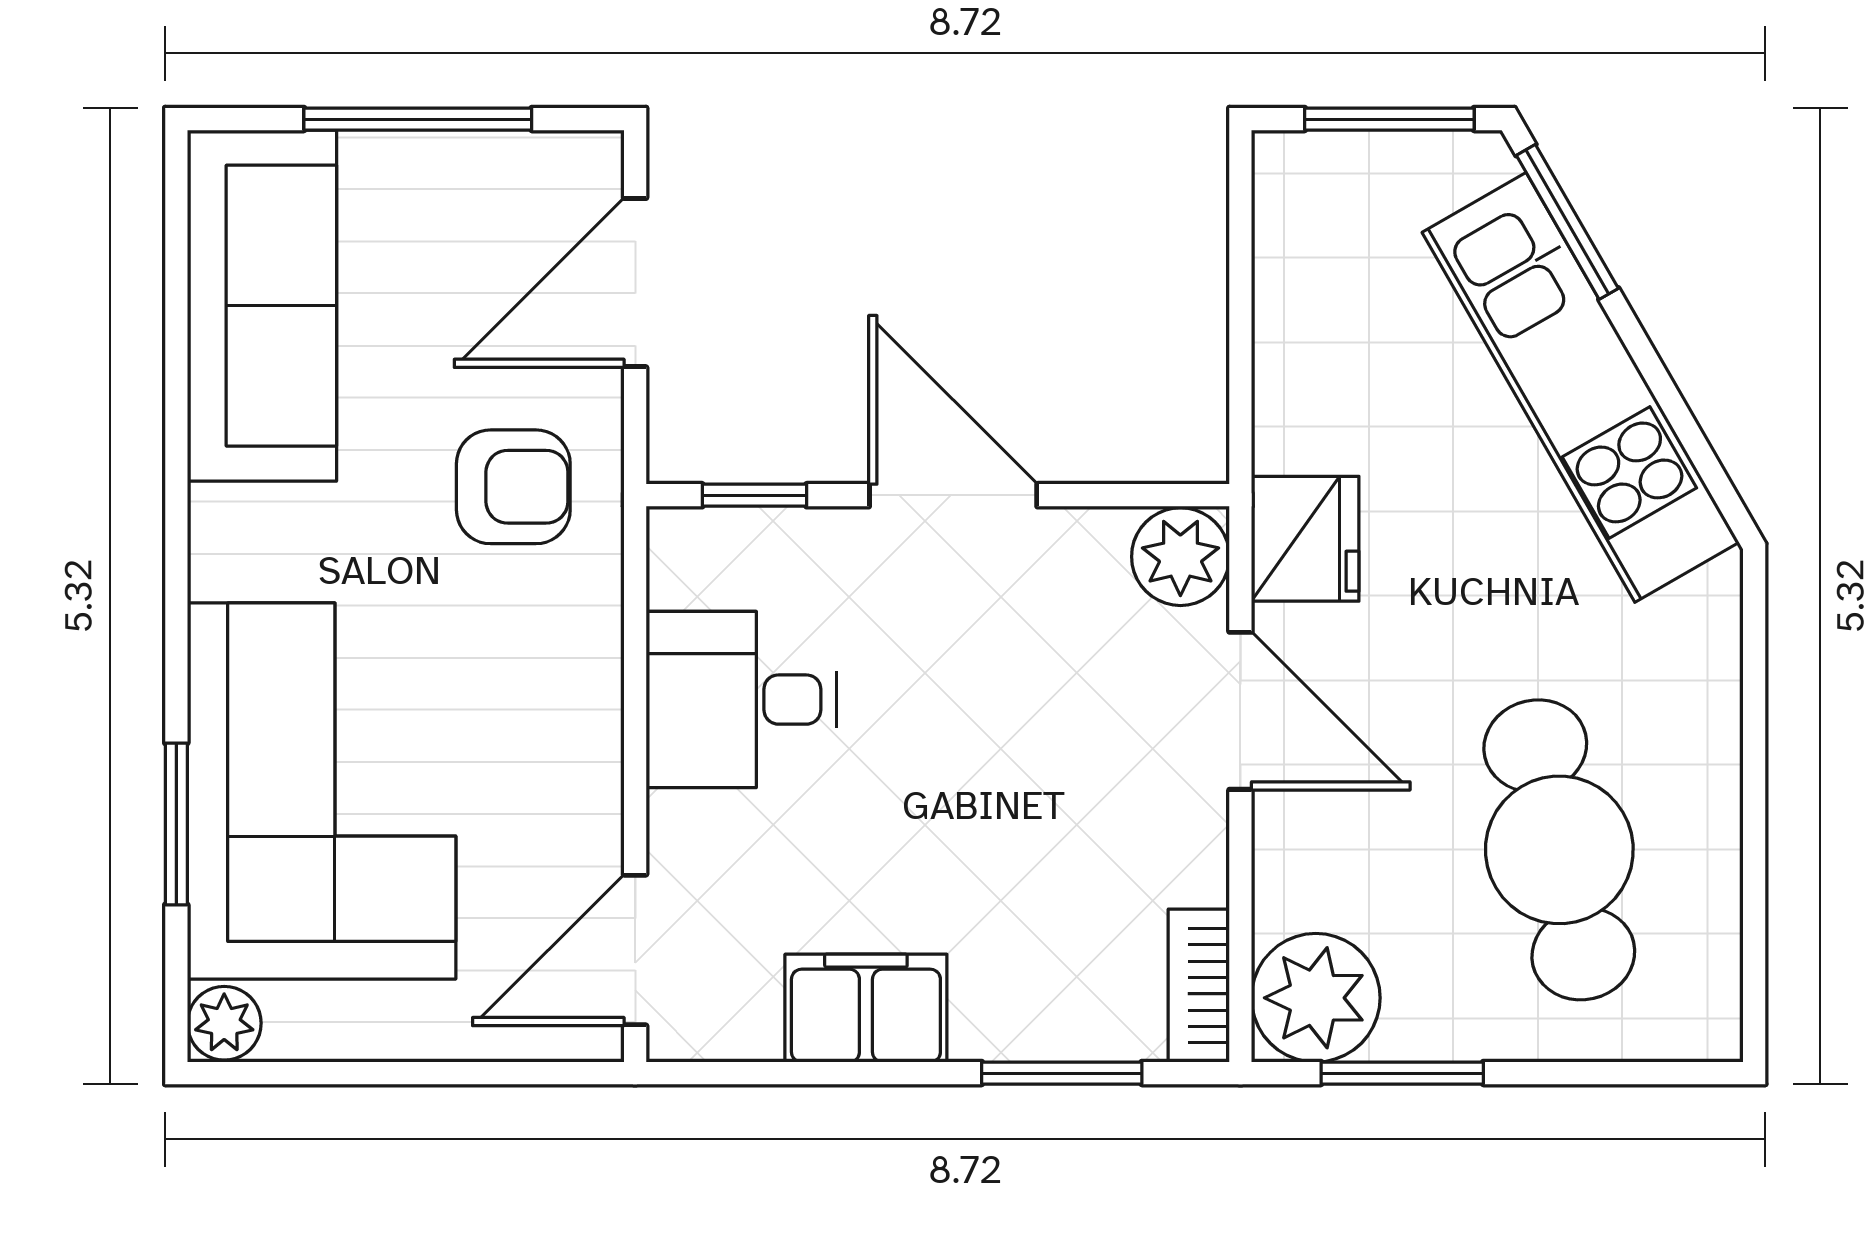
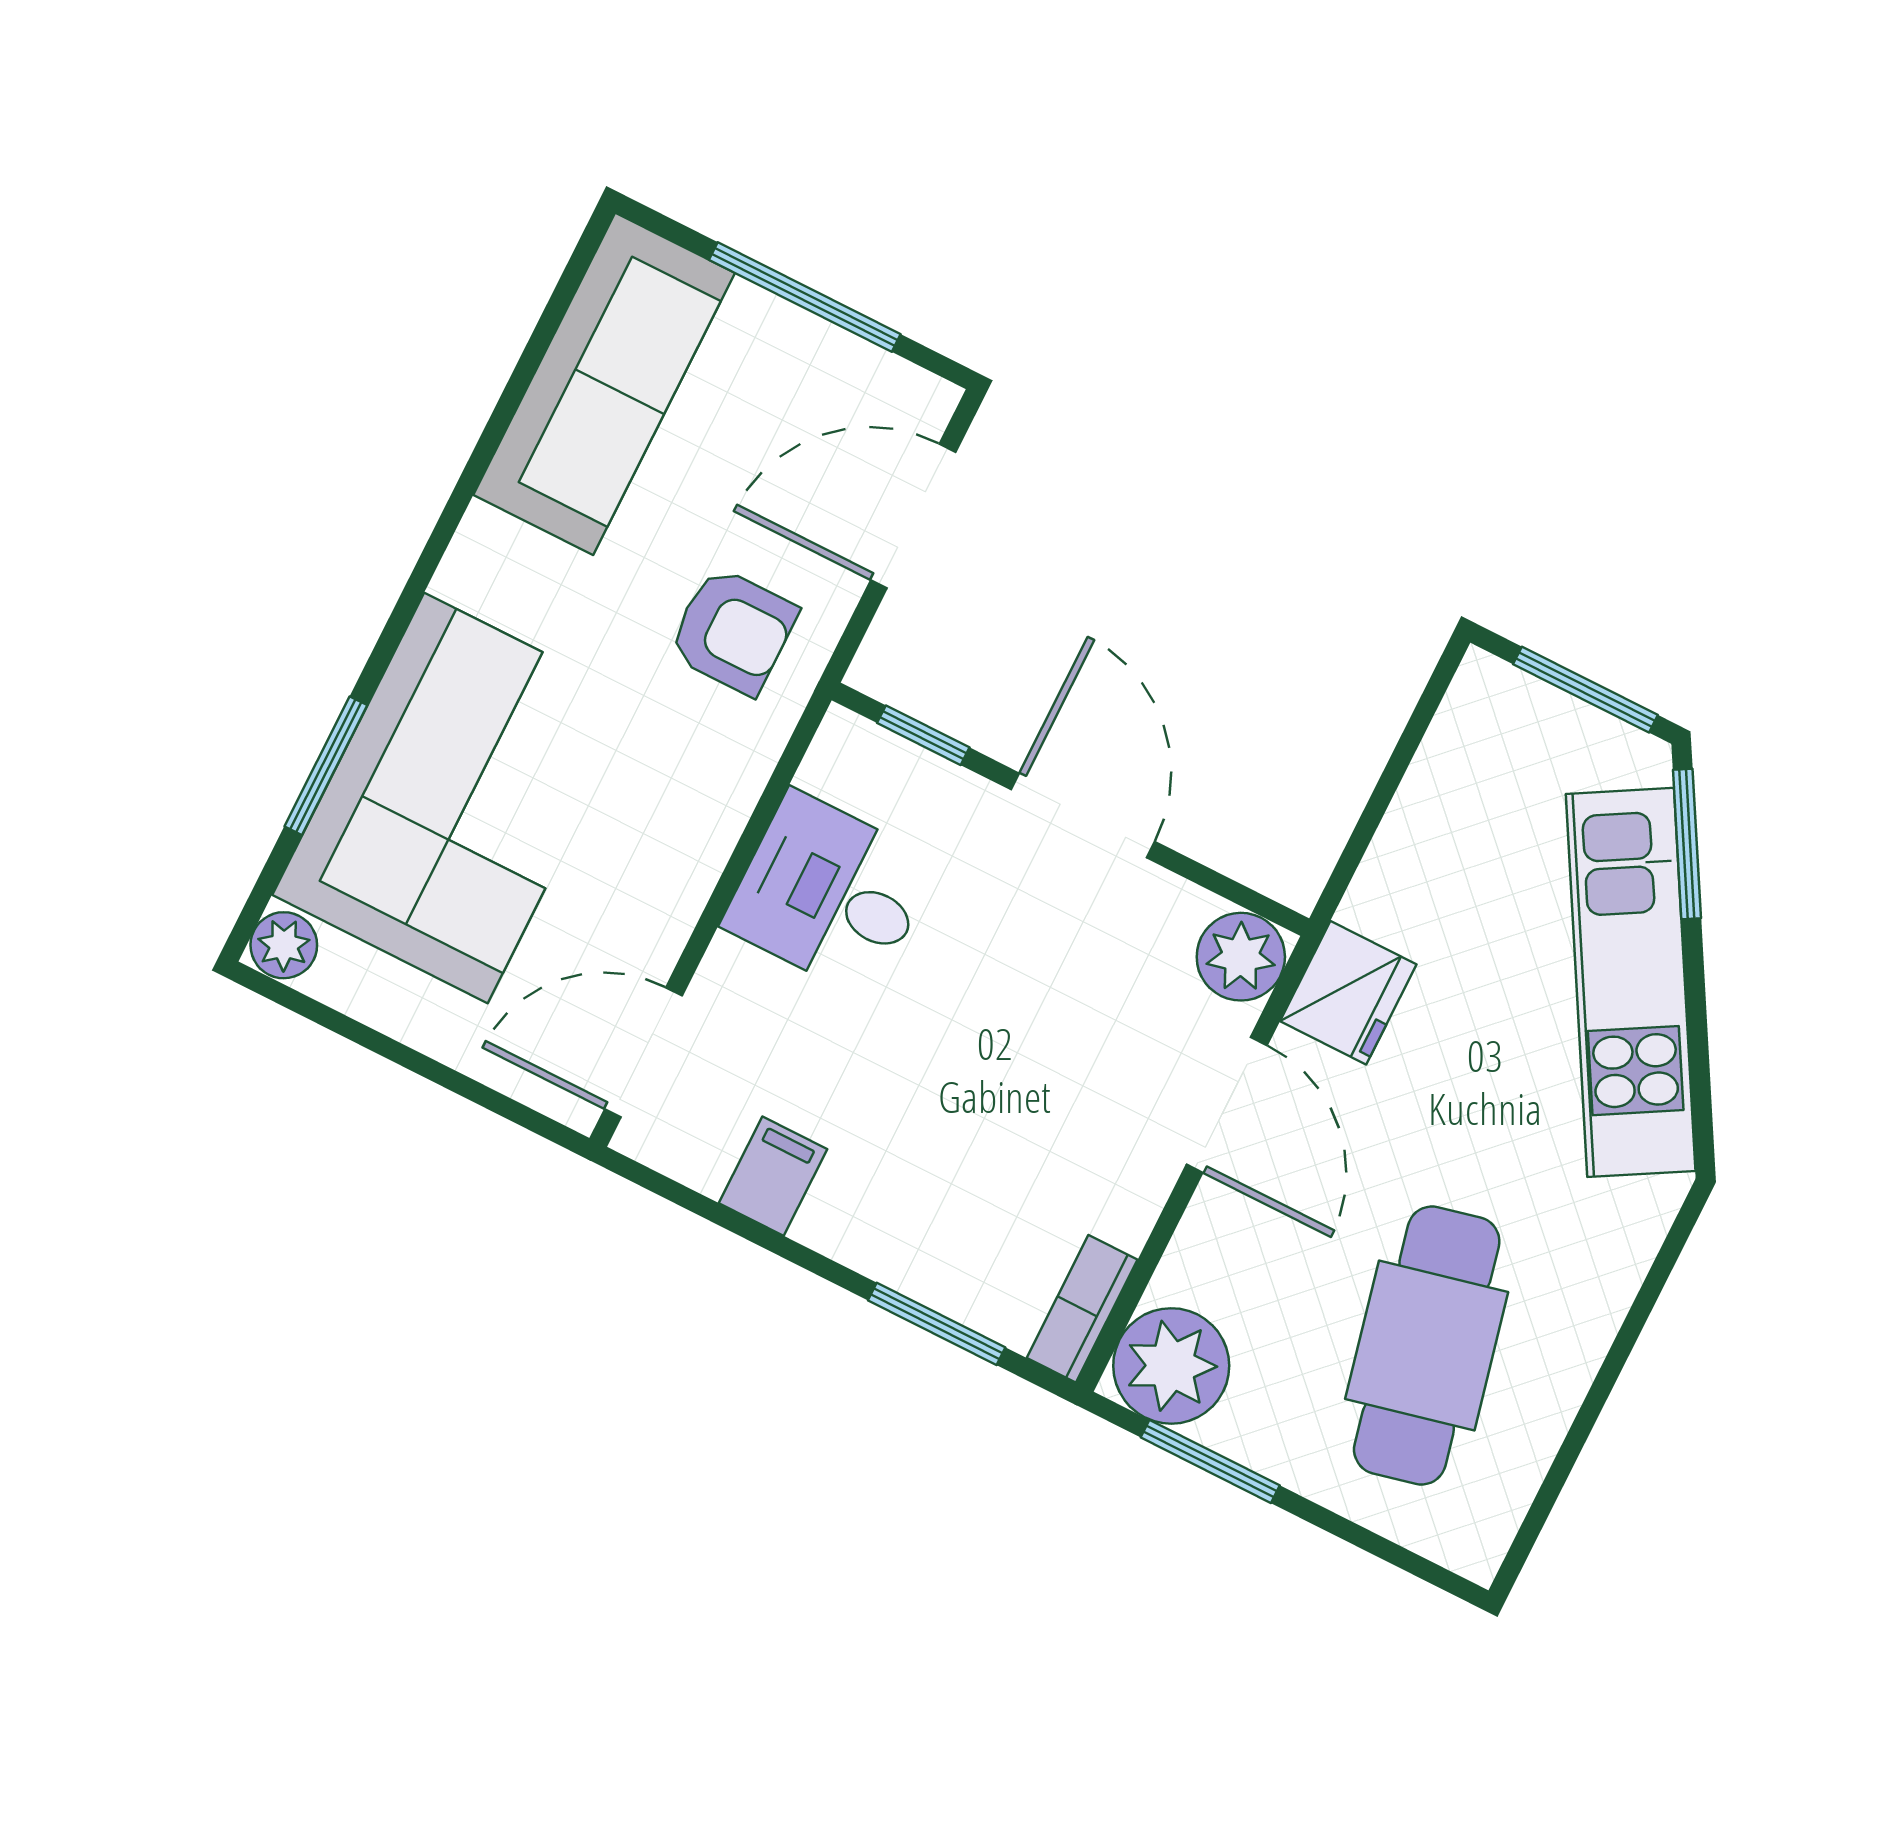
filing cabinet: (866, 1008) -> (773, 1176), width x0.50

